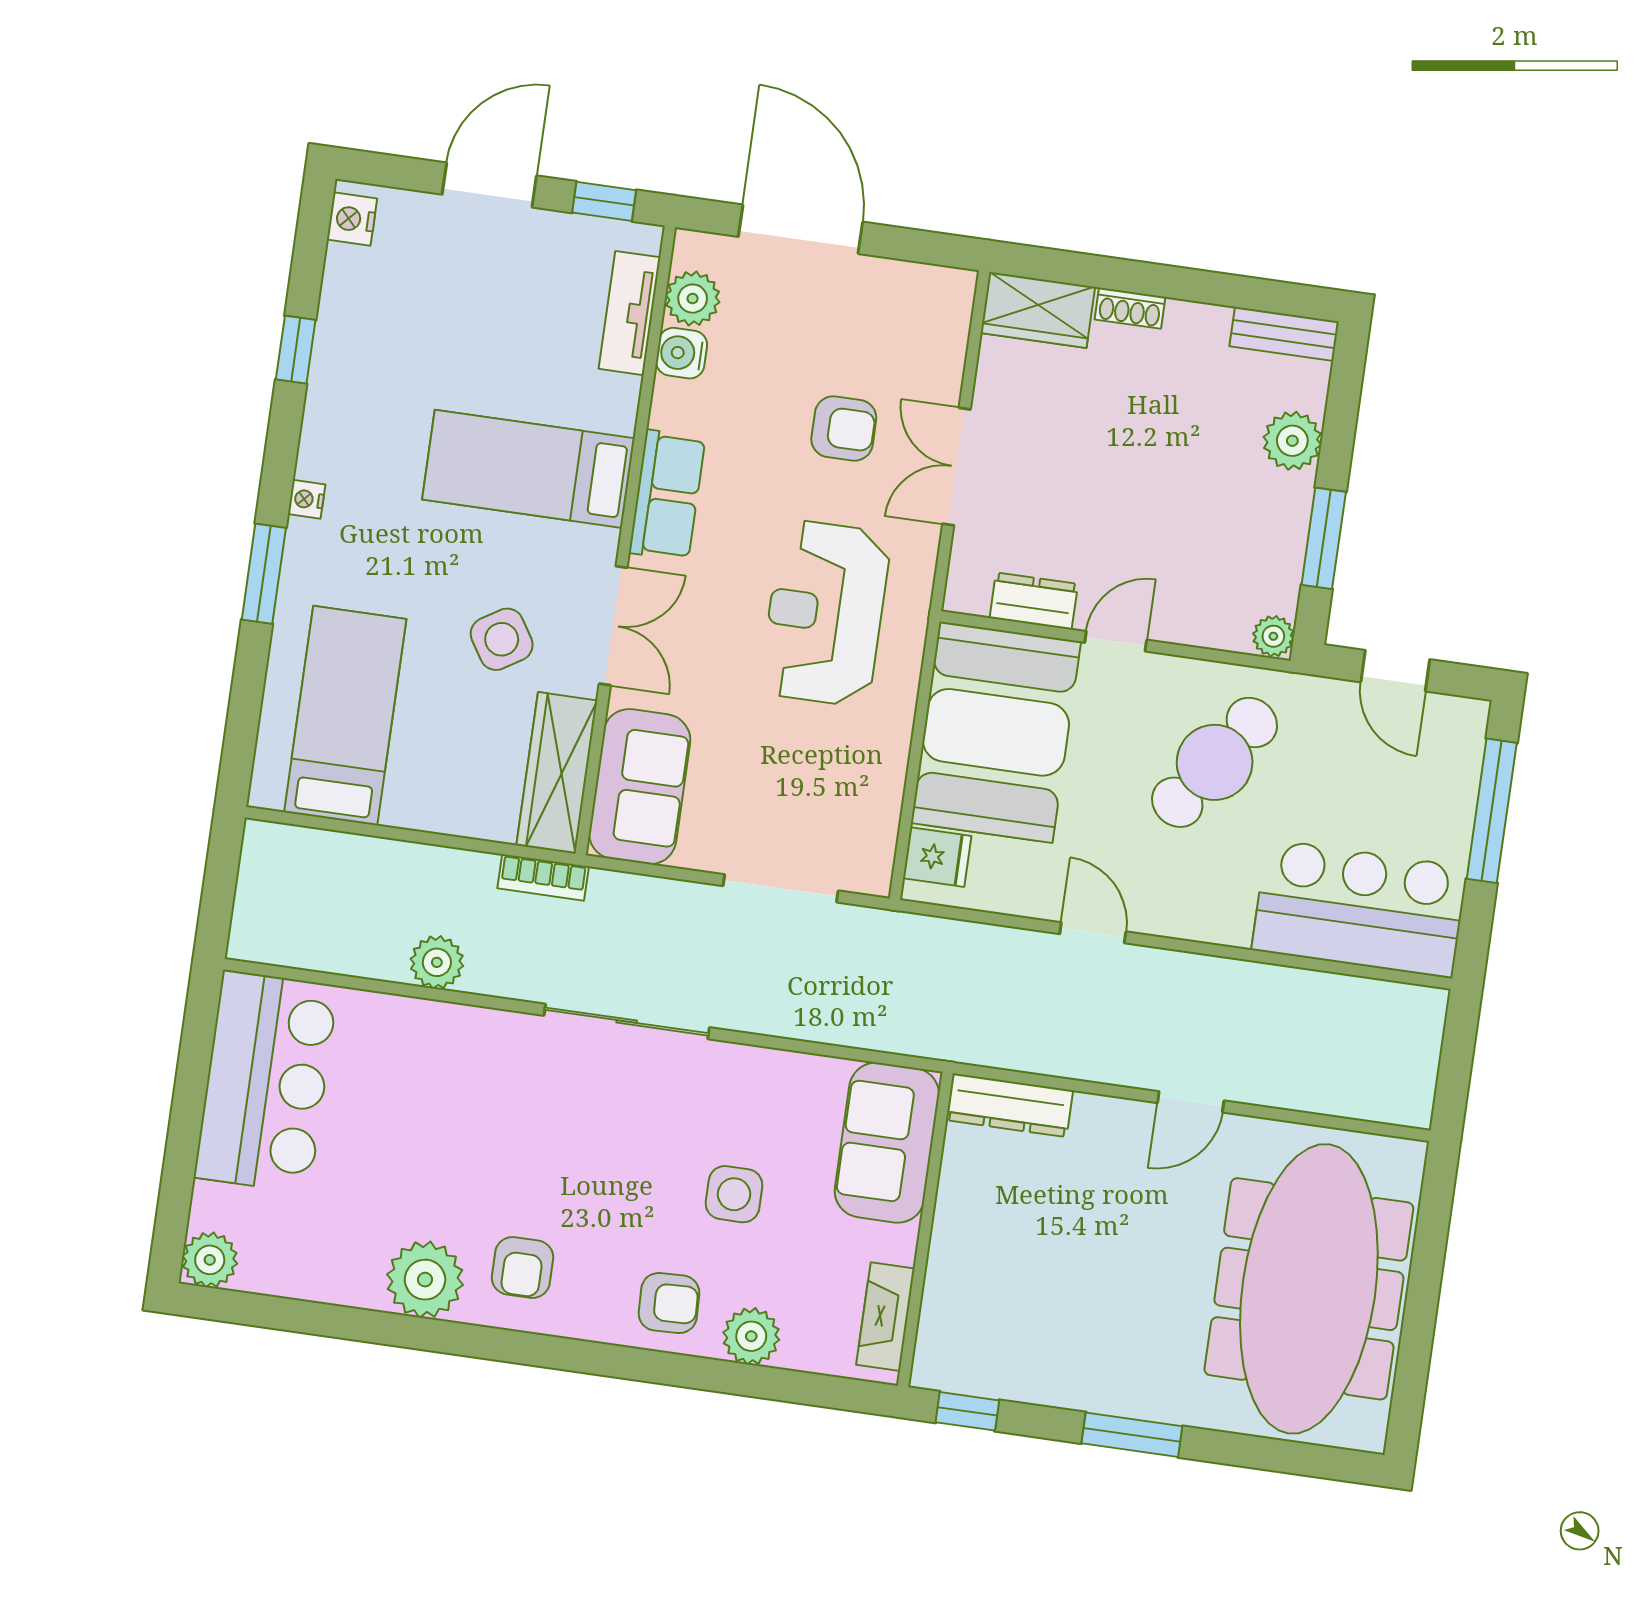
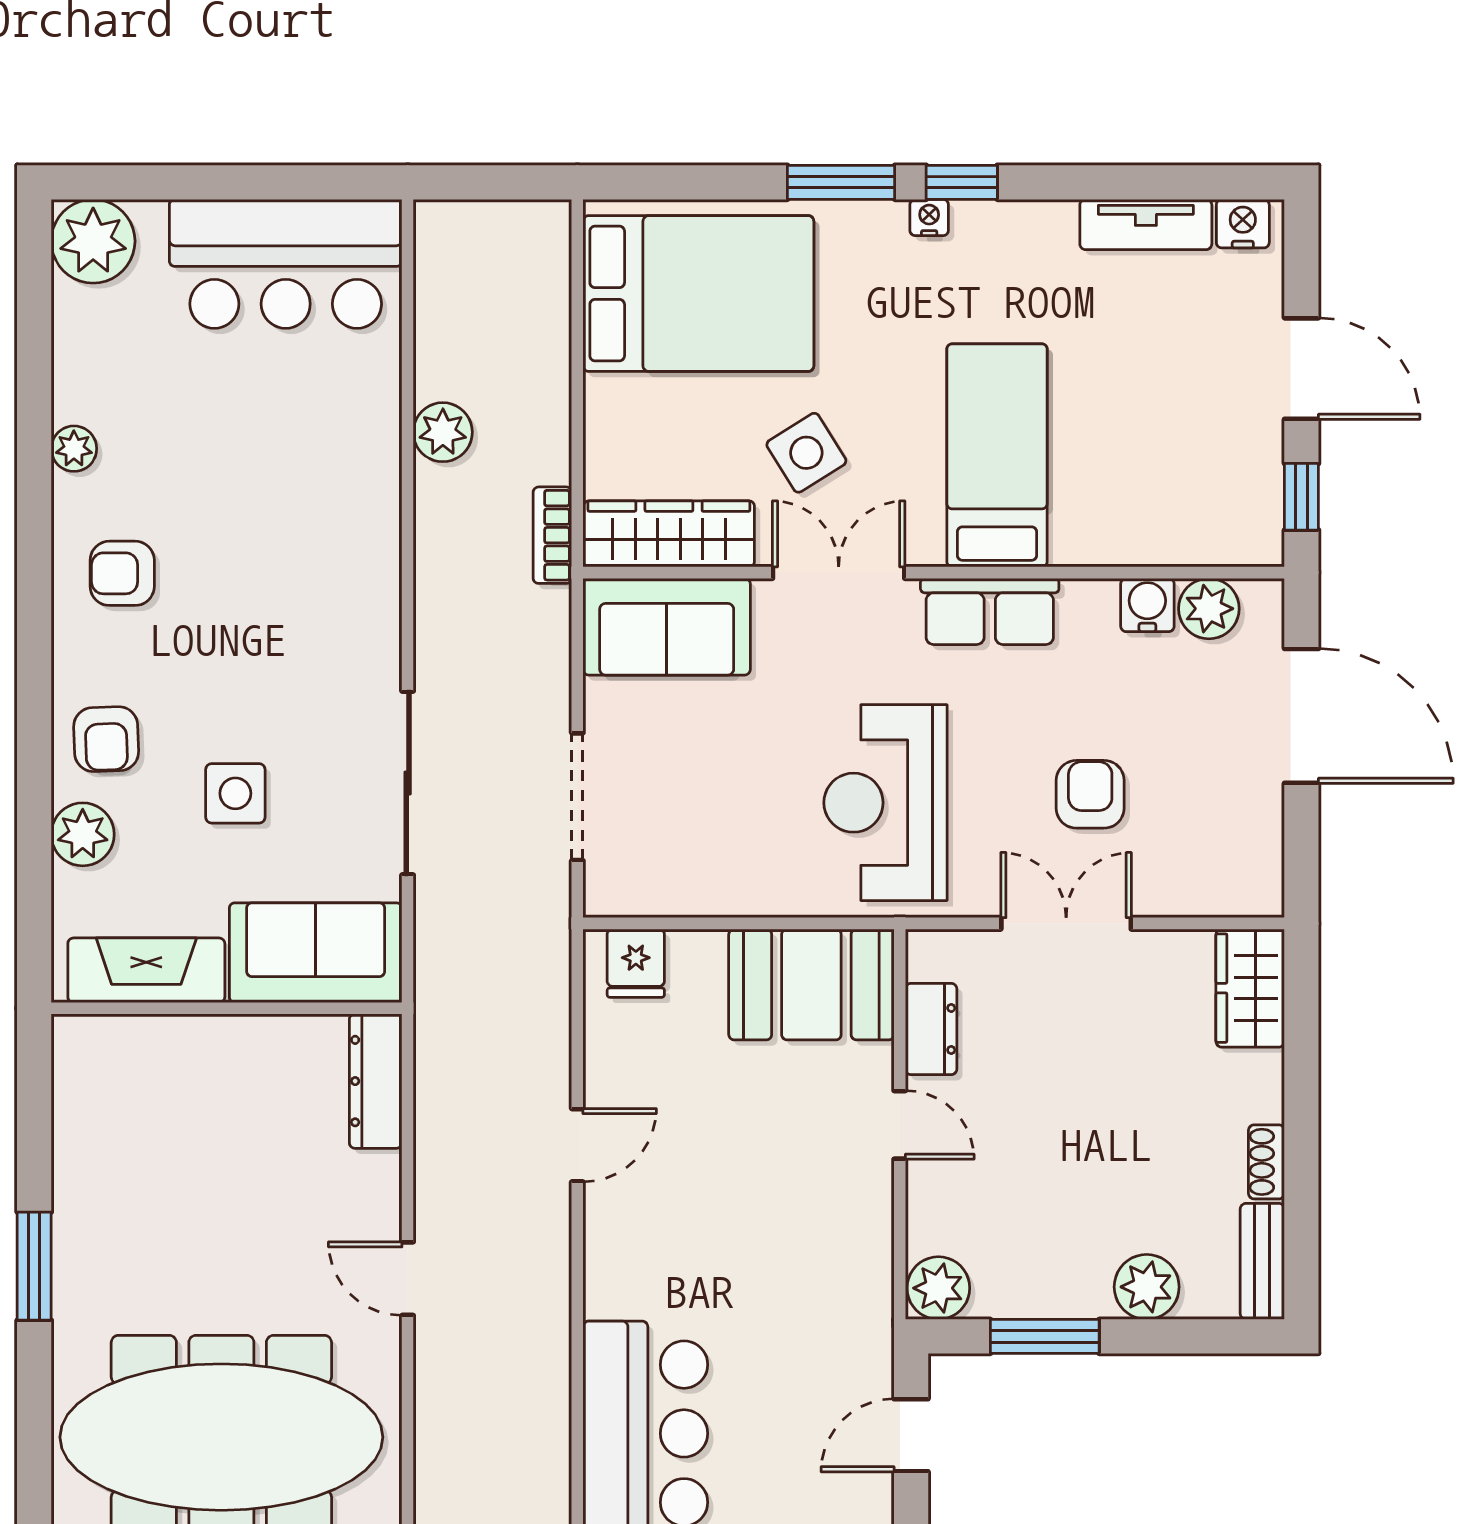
door: (800, 229) -> (1301, 716), hinge flipped
shoe rack: (1130, 308) -> (1266, 1162), moved
tv unit: (629, 313) -> (1146, 224), moved, turned 180
window: (296, 350) -> (962, 182), moved
armchair: (844, 429) -> (1090, 794), turned 180
reception desk: (825, 613) -> (885, 803), turned -90
double door: (613, 626) -> (839, 573), swing flipped
plant: (1273, 636) -> (938, 1288), width x1.38, depth x1.38
bed: (345, 716) -> (698, 294), width x1.50
booth: (996, 732) -> (811, 985), width x0.73, depth x0.70
cafe table: (1215, 762) -> (783, 1252), removed
sliding door: (627, 1022) -> (408, 783), moved
plant: (210, 1260) -> (93, 241), width x1.36, depth x1.36
plant: (425, 1280) -> (74, 449), width x0.53, depth x0.53
fireplace: (885, 1317) -> (146, 970), width x1.37, depth x1.32
window: (967, 1411) -> (34, 1082), removed

